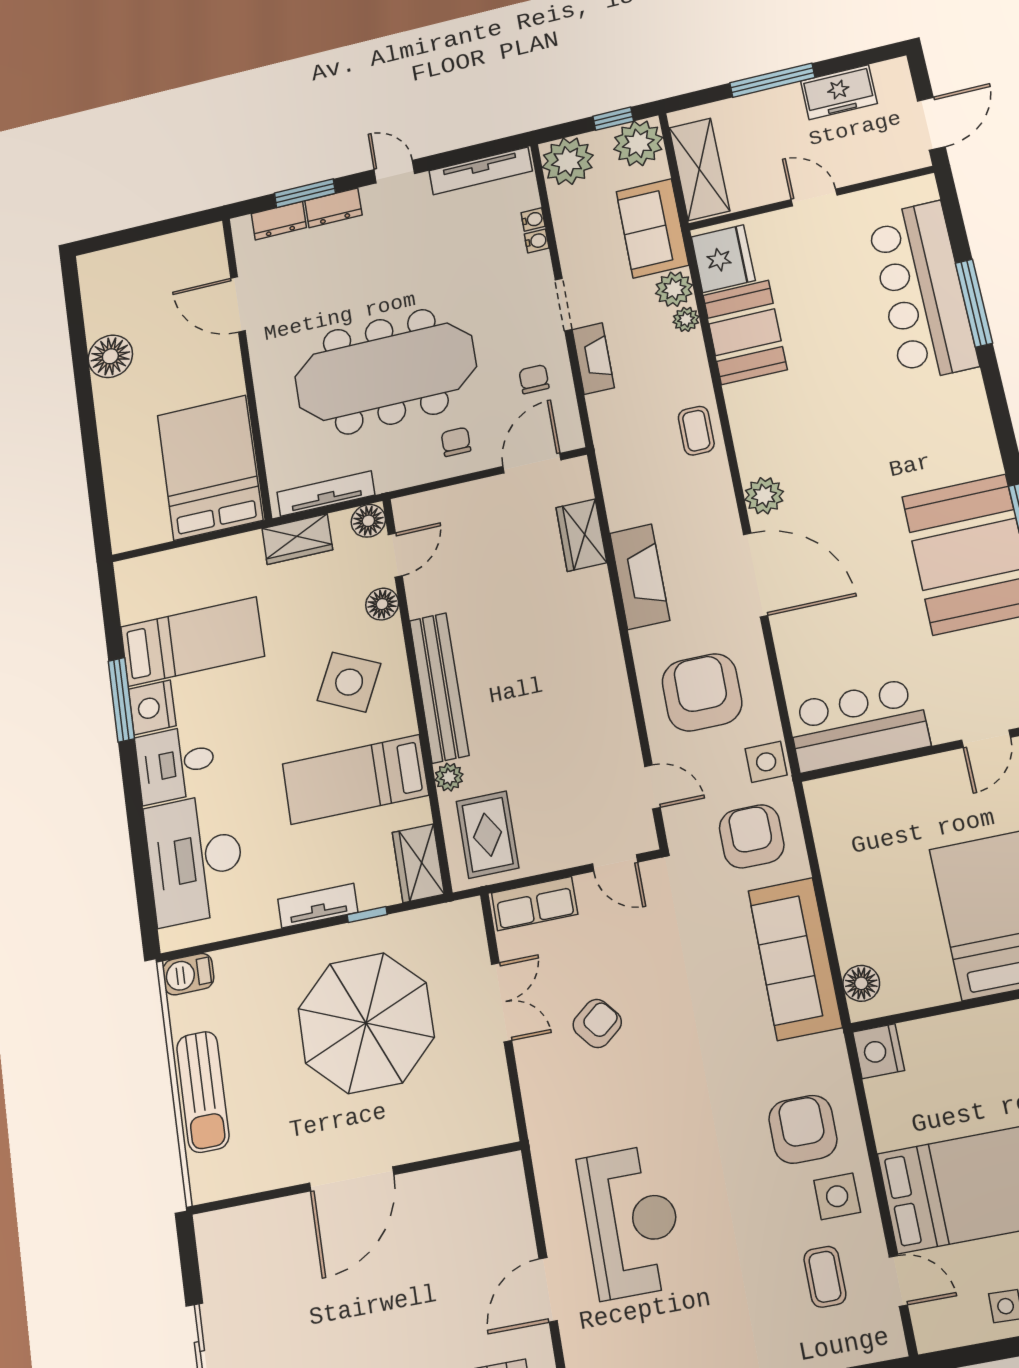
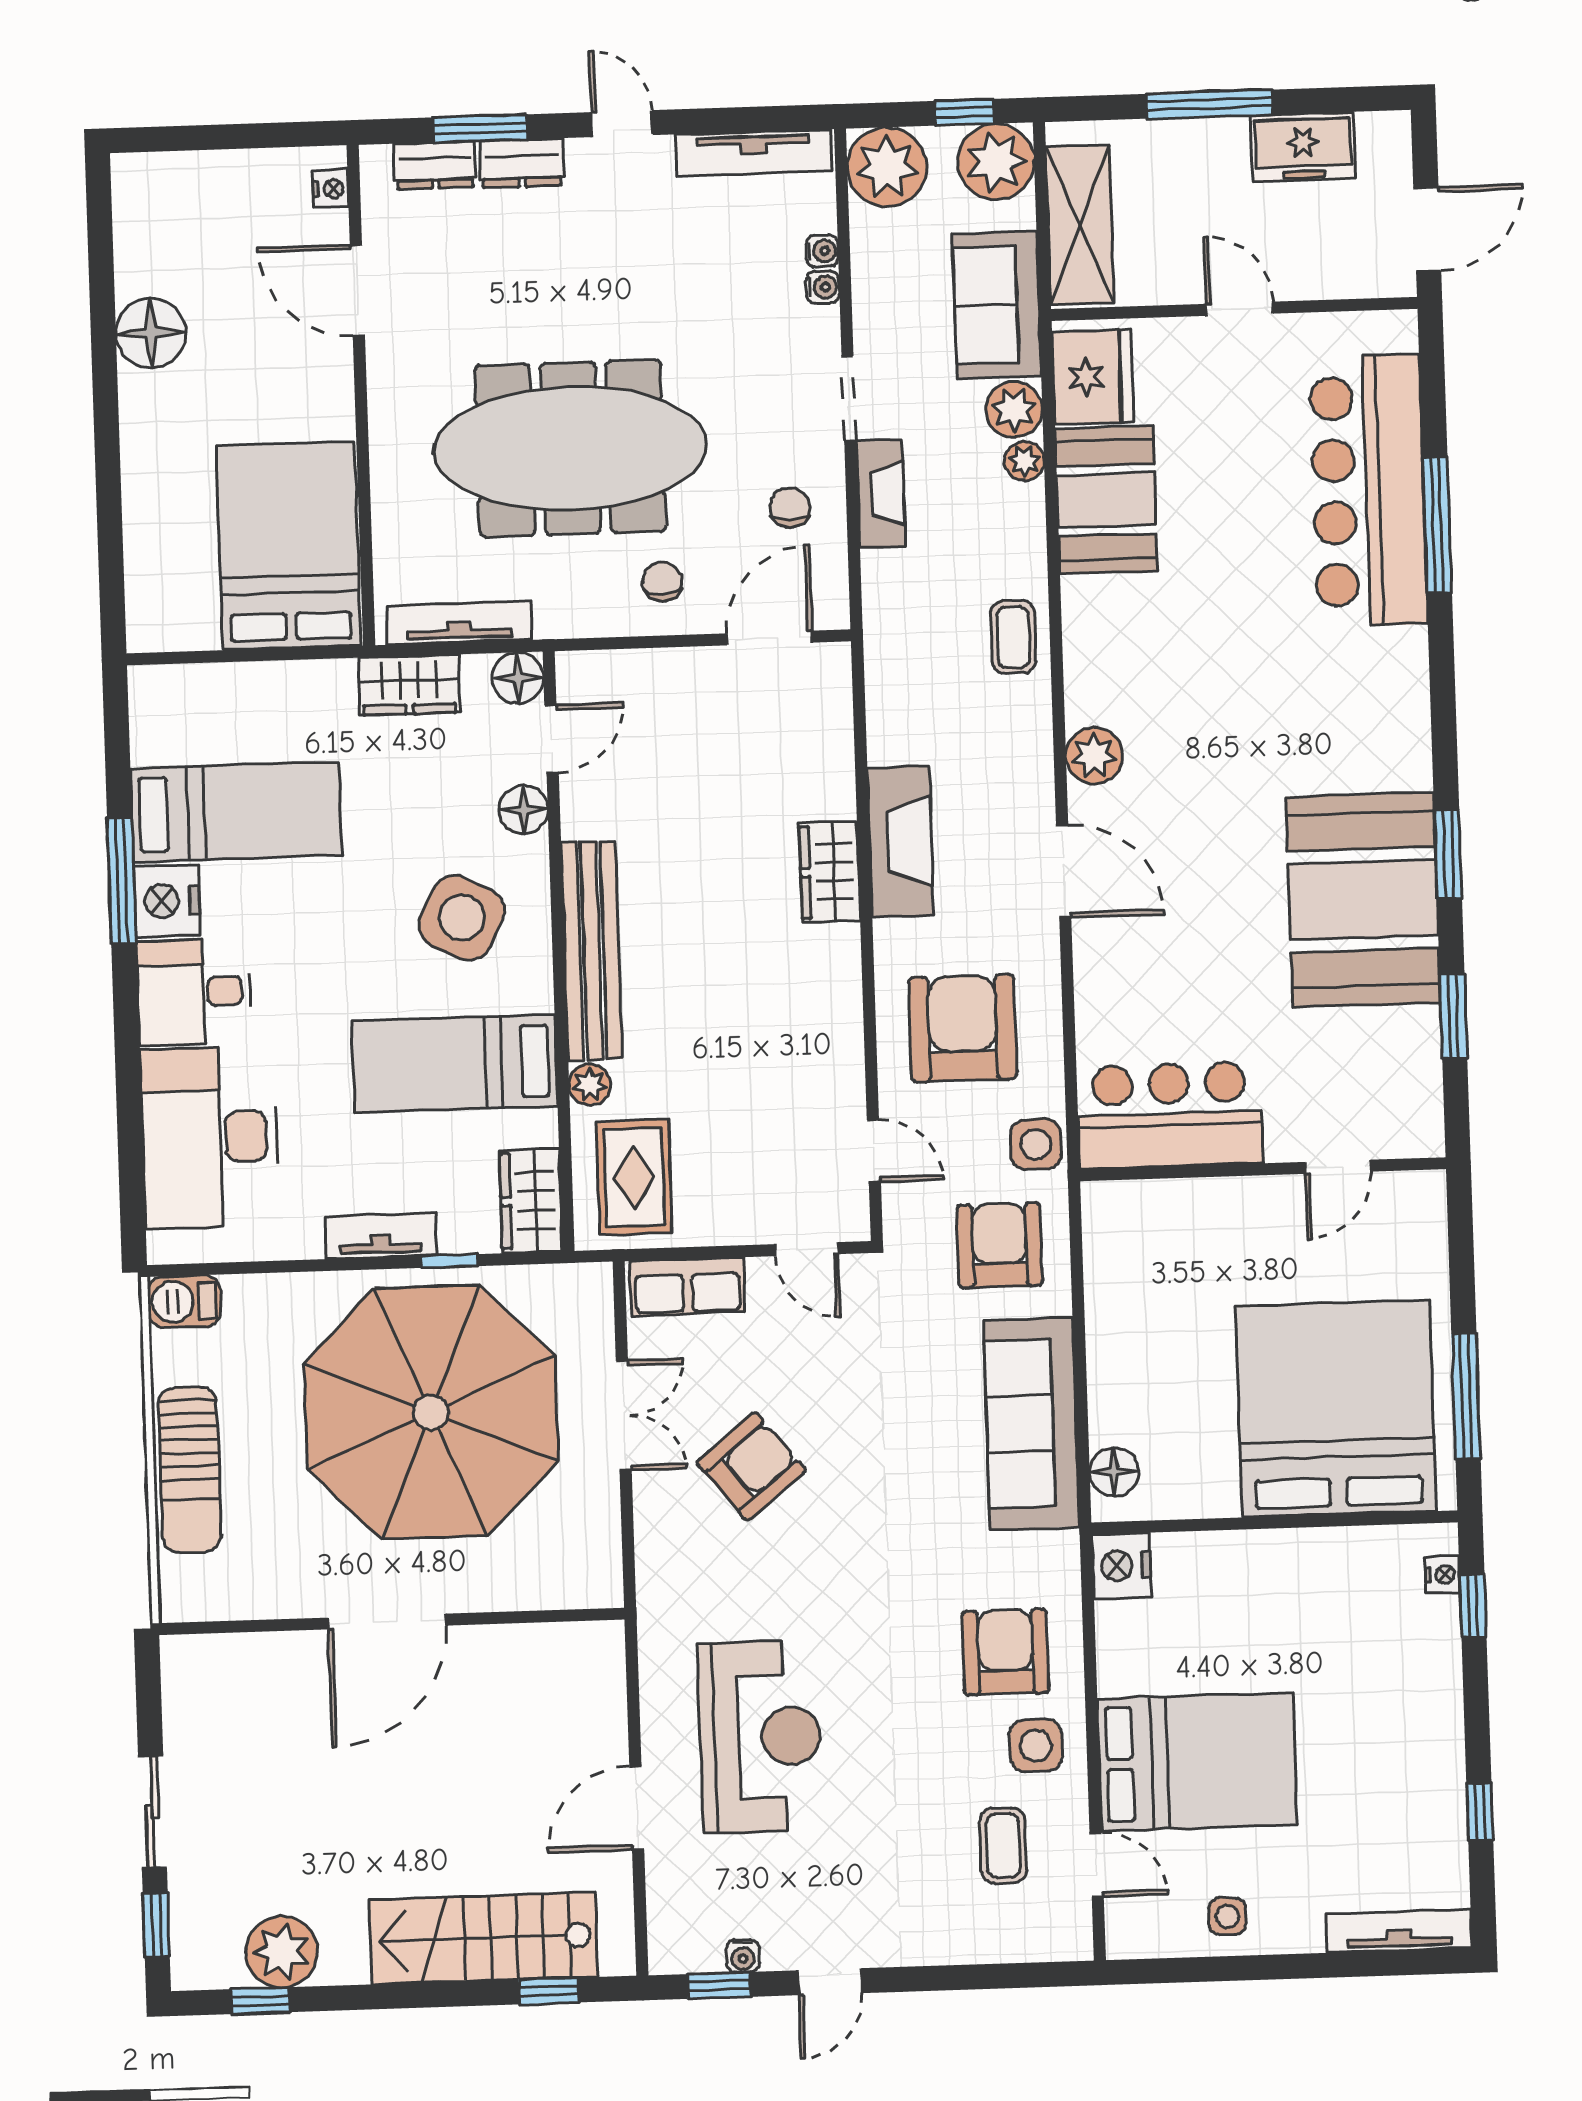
nightstand: (215, 248) -> (330, 189), added
wardrobe: (581, 535) -> (830, 872), moved
door: (756, 575) -> (1064, 871), width x0.73
parasol: (366, 1023) -> (431, 1412), width x1.36, depth x1.36
armchair: (597, 1023) -> (751, 1466), width x1.38, depth x1.38

